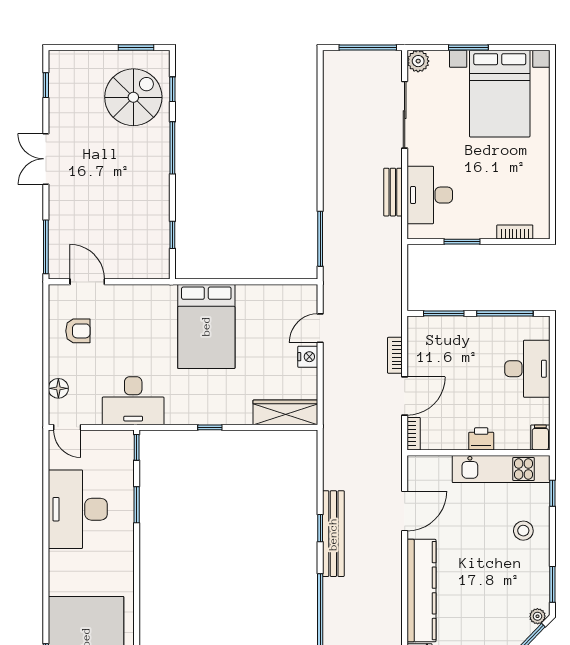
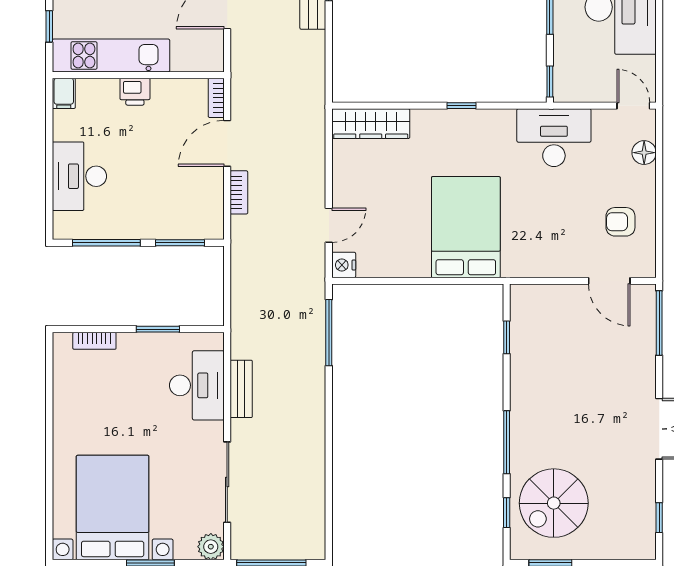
nightstand: (308, 357) -> (344, 265), moved

